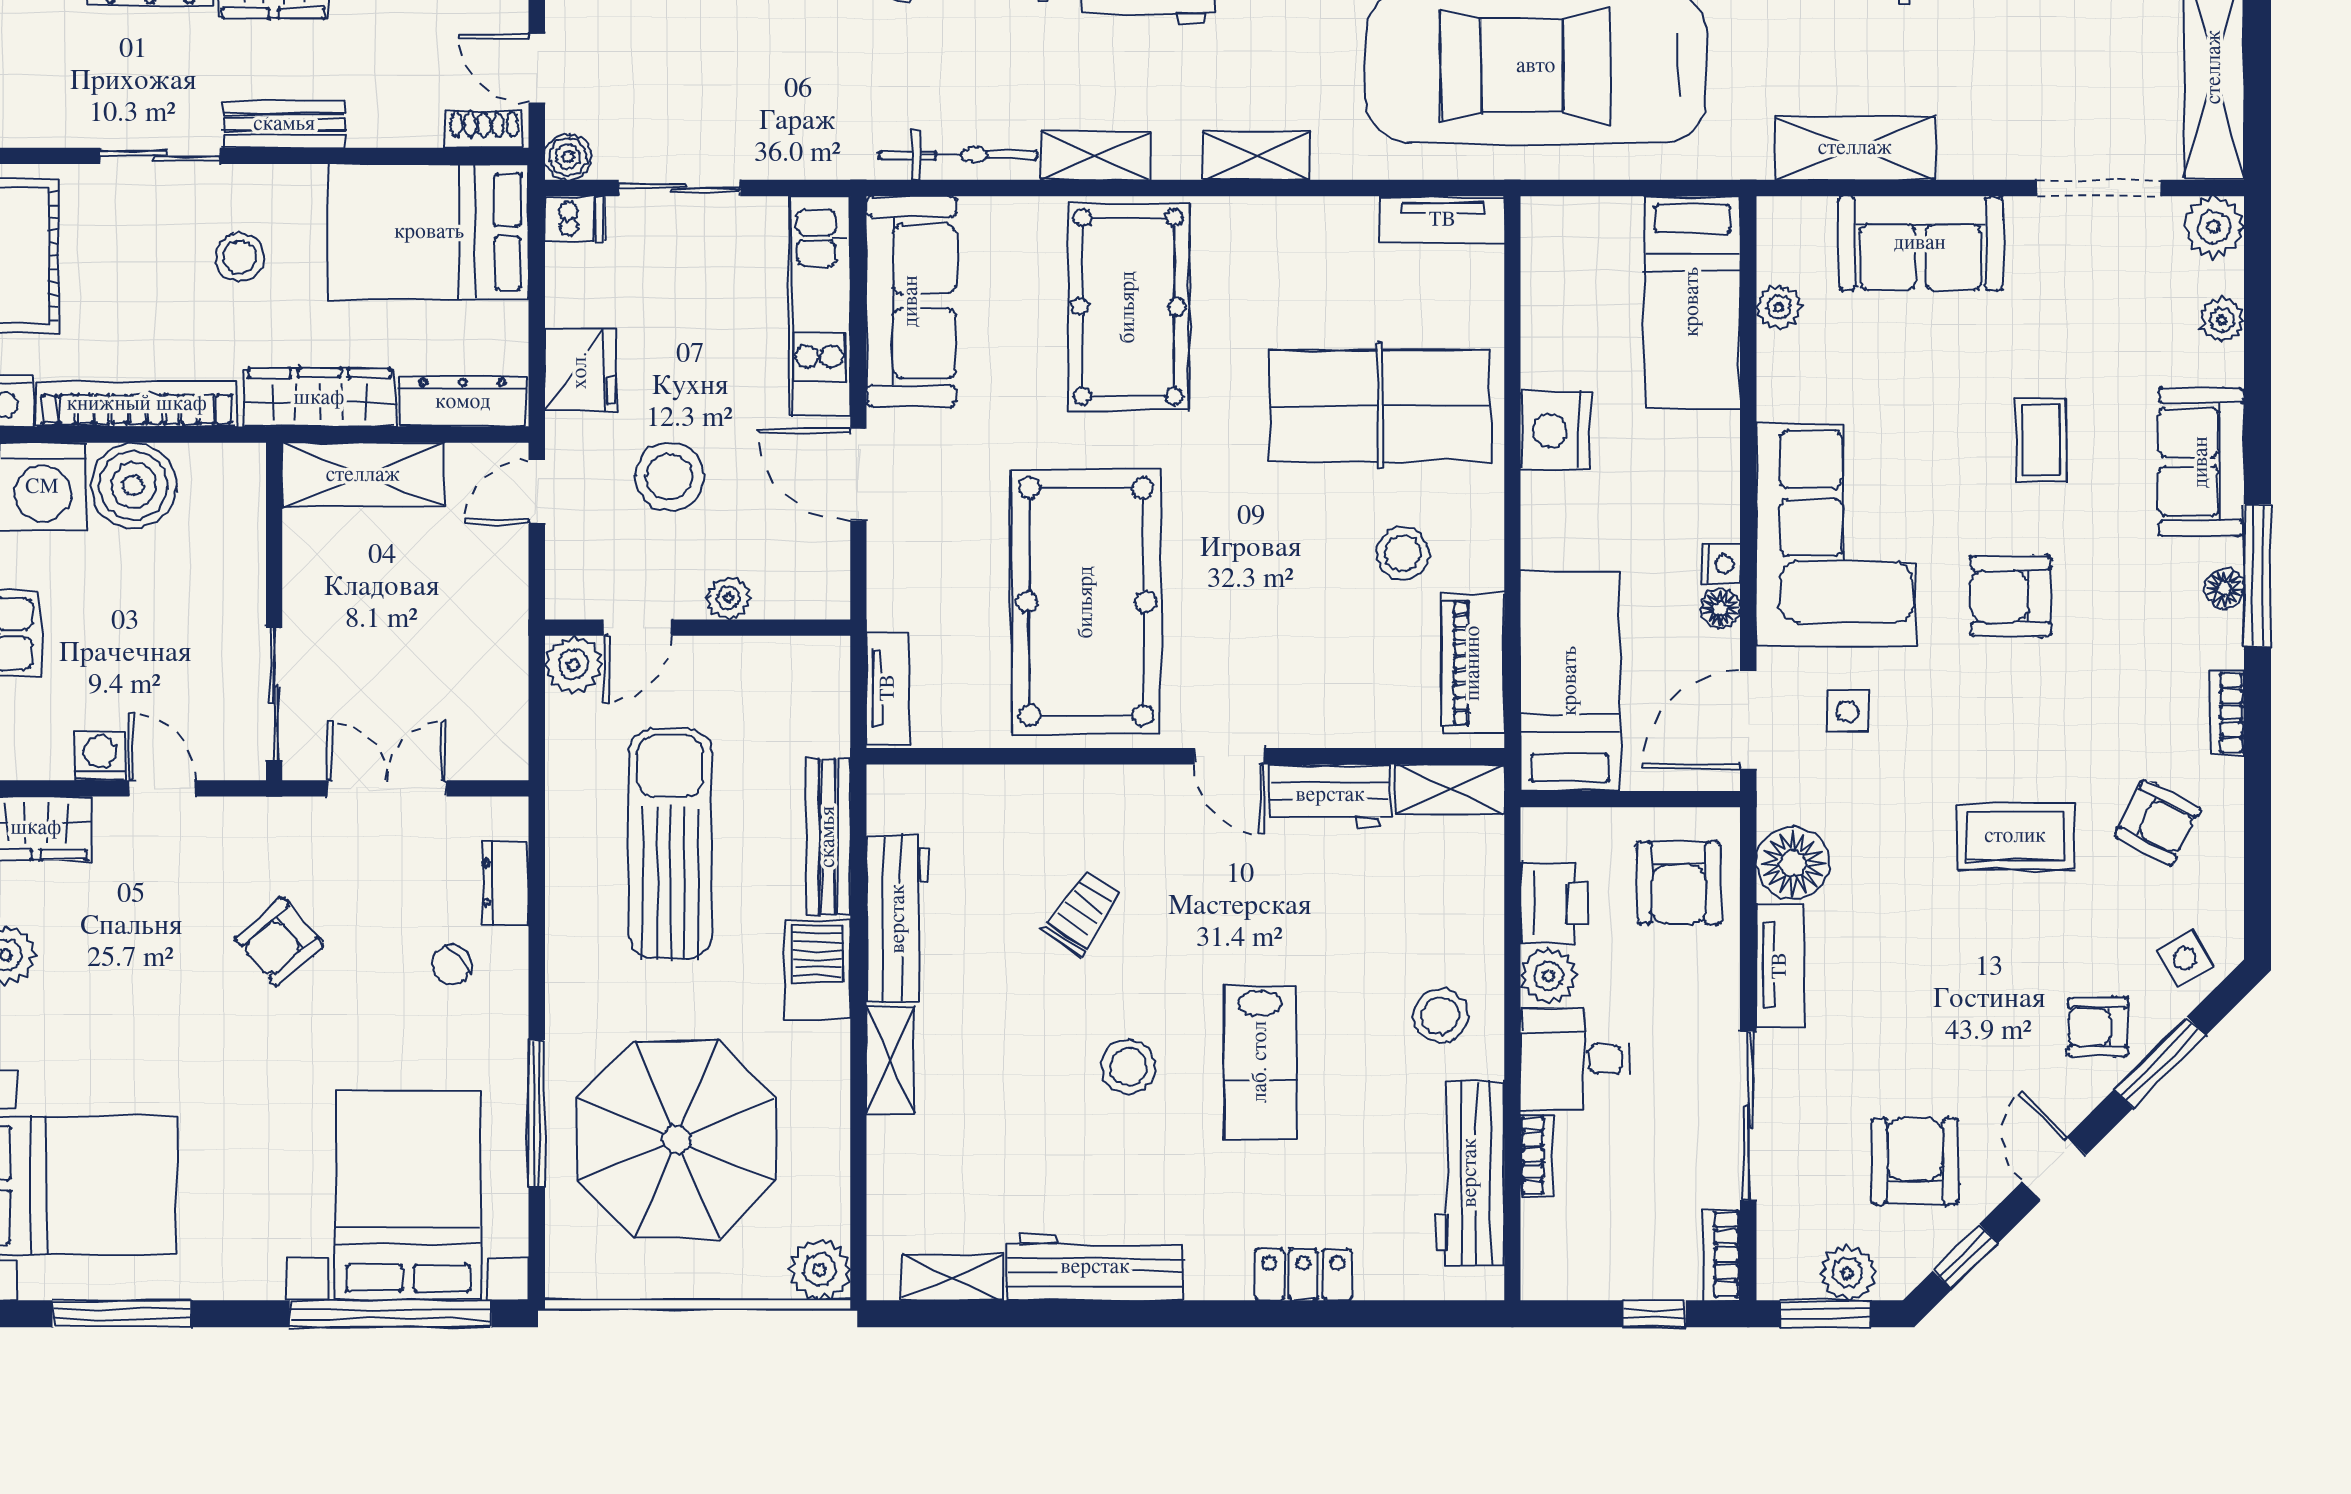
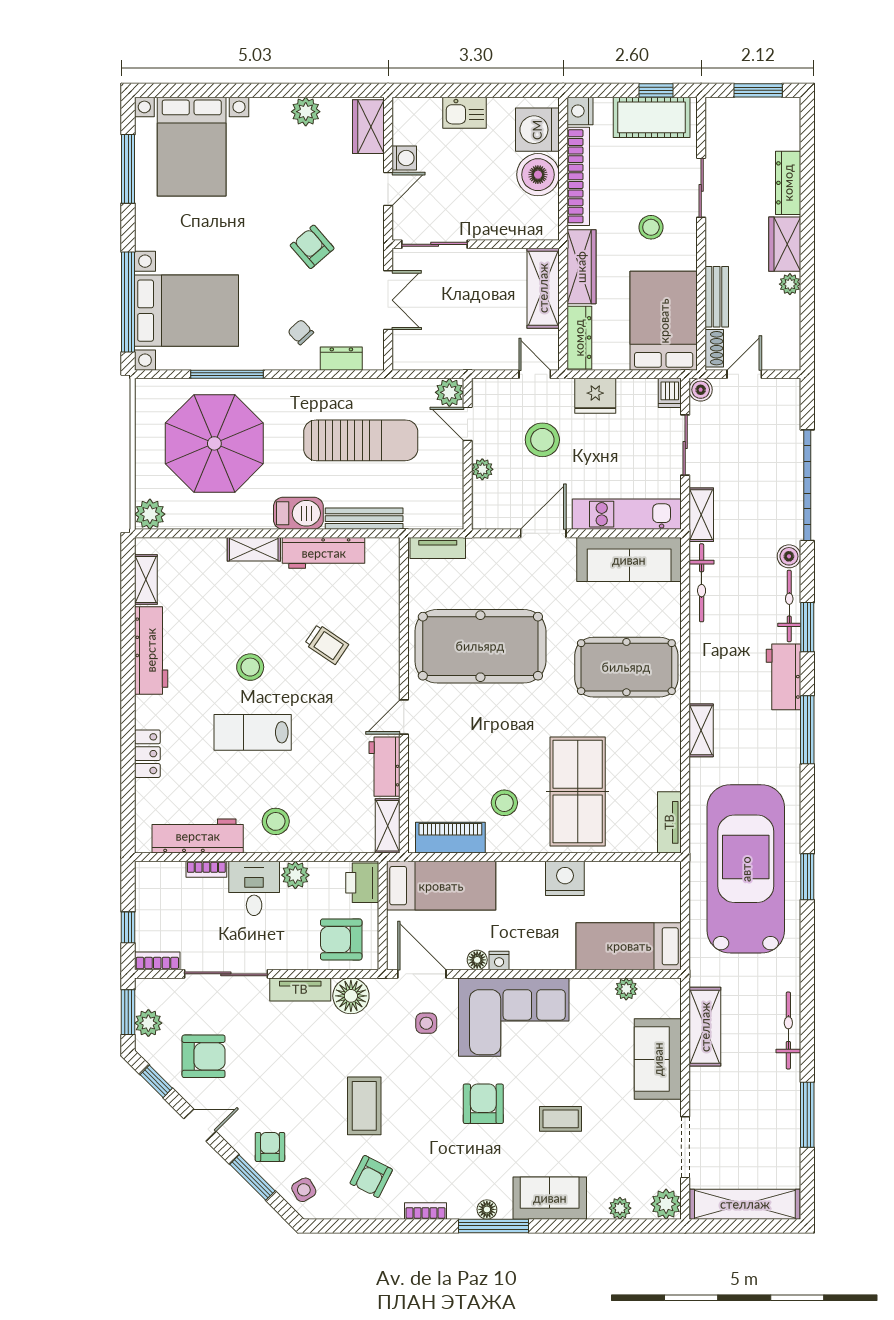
bench: (284, 124) -> (717, 297), moved
shelving: (1096, 156) -> (701, 515), moved
printer: (1554, 903) -> (362, 883), moved, turned 90

